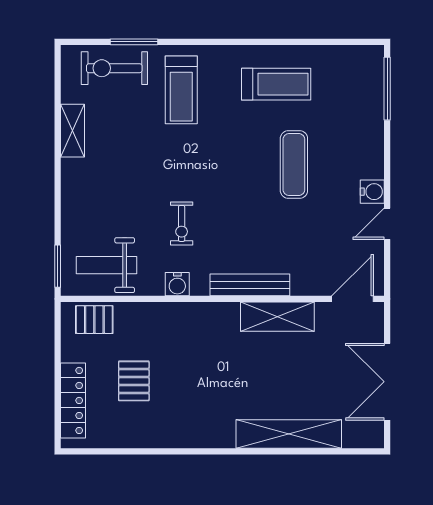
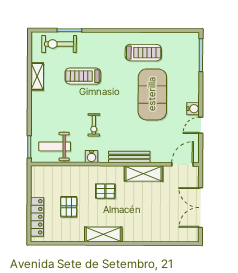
treadmill: (181, 90) -> (83, 76), moved, turned 90
exercise mat: (294, 164) -> (152, 94), width x2.00, depth x1.45
pallet: (94, 320) -> (105, 191), moved
shelving: (289, 434) -> (103, 234), moved, width x0.68

